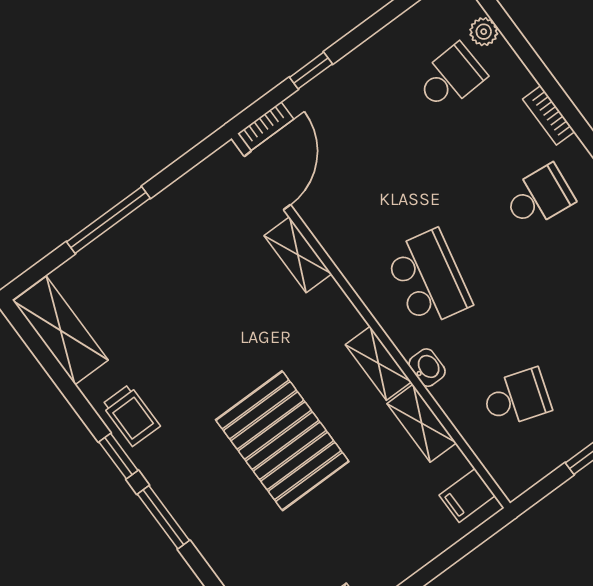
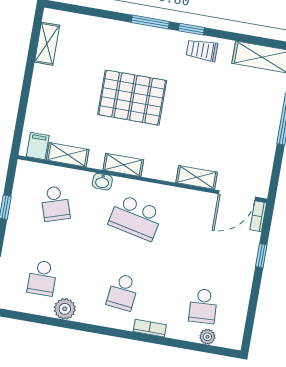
door: (267, 180) -> (237, 195), hinge flipped
school desk: (516, 398) -> (55, 204), turned -36
shelving: (422, 423) -> (68, 155), moved

